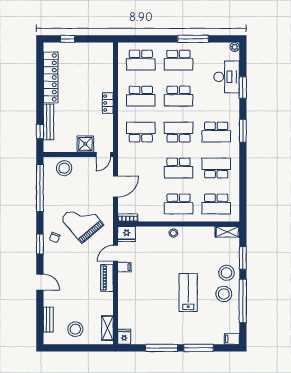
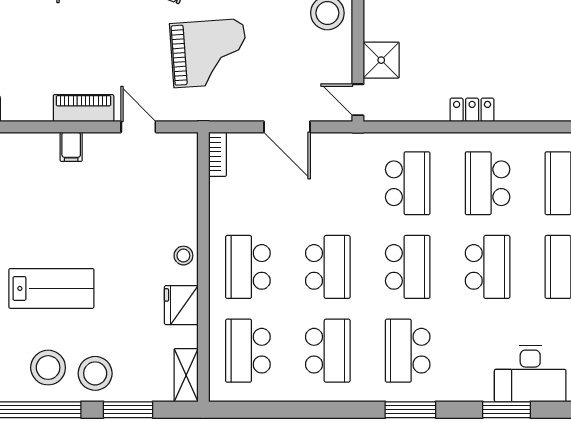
school desk: (179, 96) -> (488, 267), turned 180
school desk: (179, 168) -> (328, 267), turned 180
grand piano: (82, 222) -> (209, 53), turned 36
fridge: (127, 234) -> (181, 305), moved
filing cabinet: (124, 267) -> (71, 147), moved

